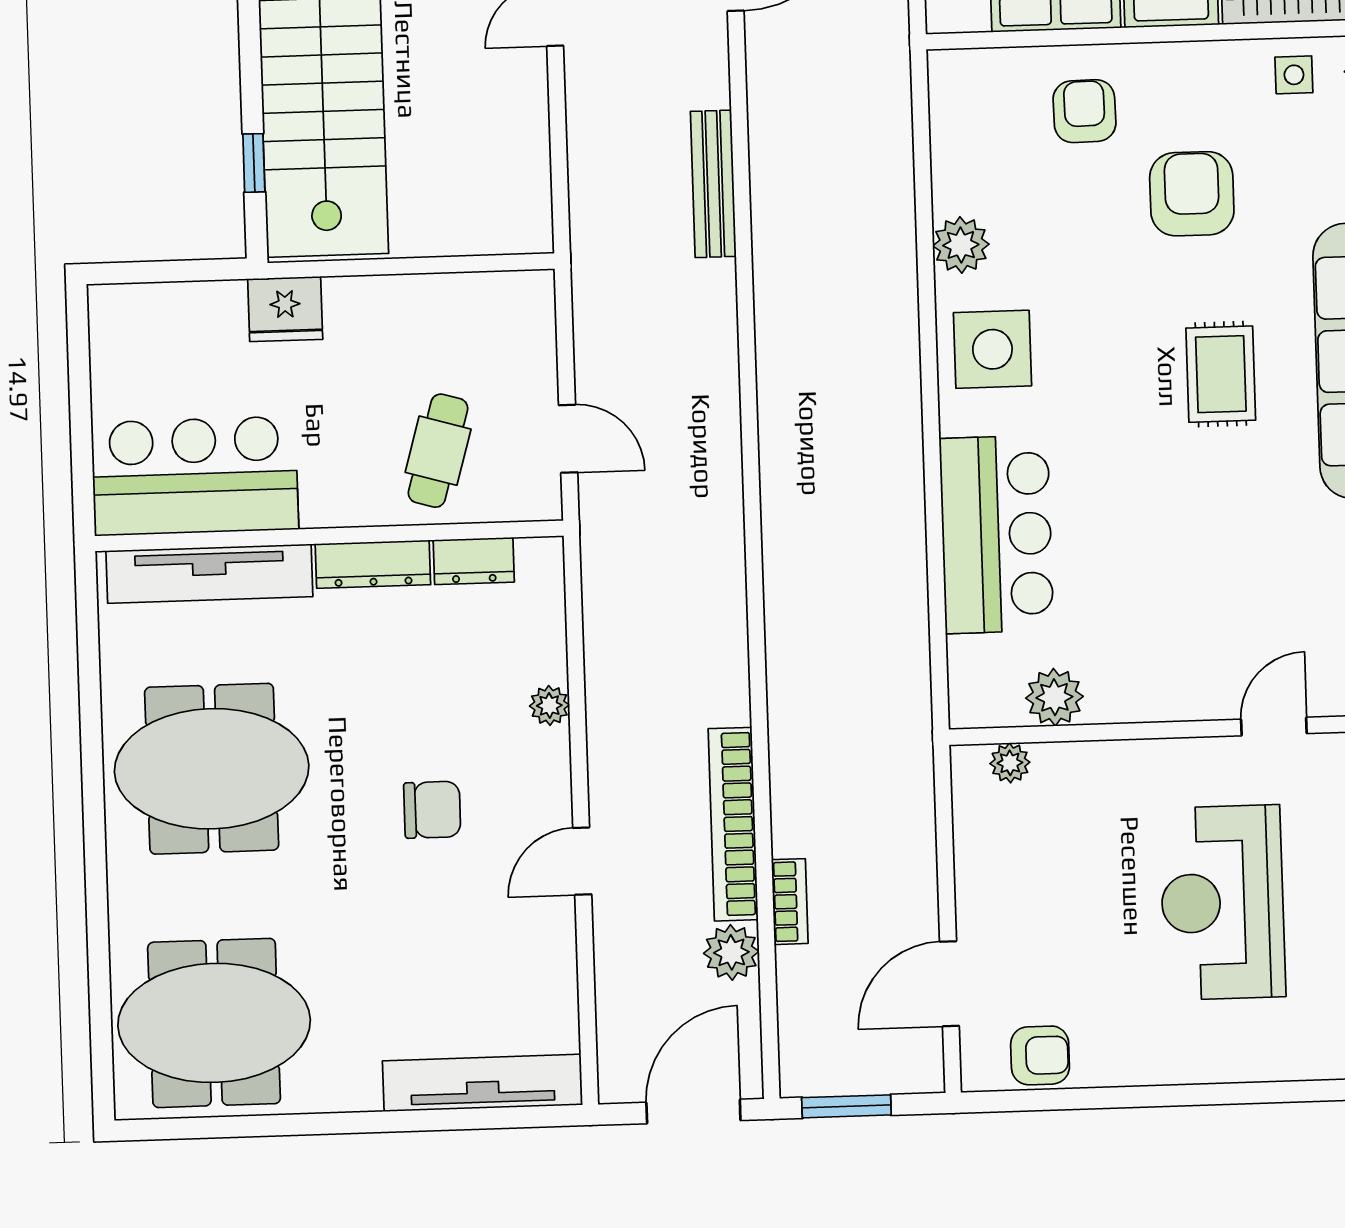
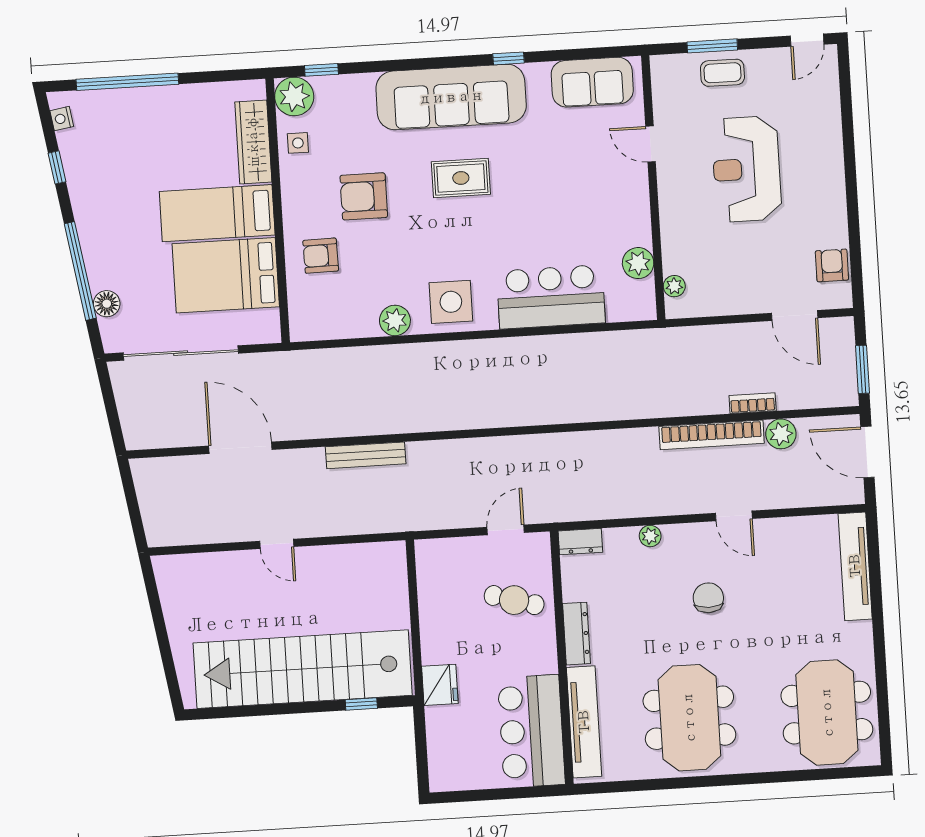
dresser: (474, 561) -> (580, 542), moved, turned 90
reception desk: (1222, 902) -> (747, 169), turned 90

